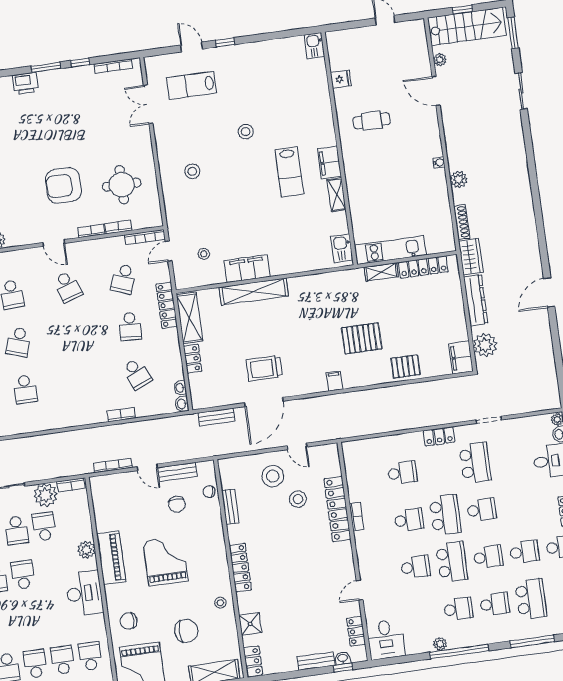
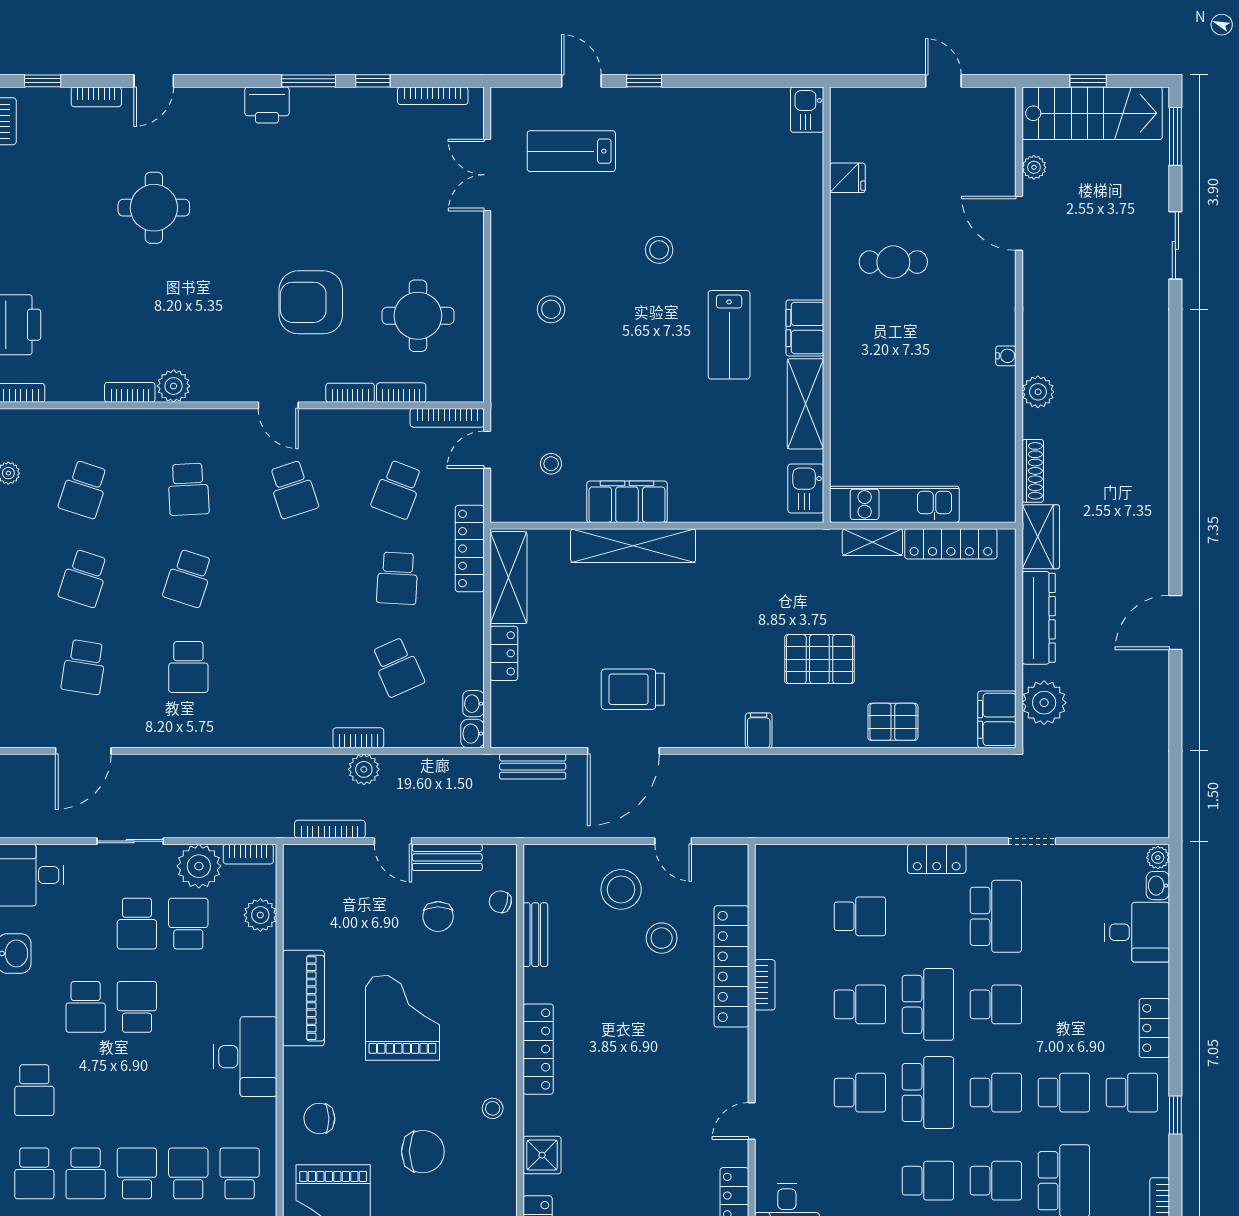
shelving: (337, 195) -> (806, 404), width x1.50, depth x1.33
plant: (126, 431) -> (364, 769), added
plant: (87, 550) -> (260, 915), moved

